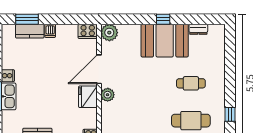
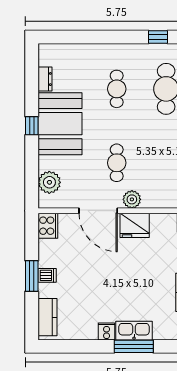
window: (27, 19) -> (32, 276), moved
kitchen counter: (30, 31) -> (48, 317), moved
plant: (109, 33) -> (49, 182), moved
cafe table: (135, 83) -> (117, 163), added

